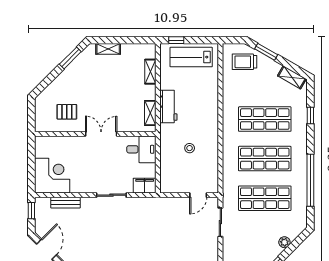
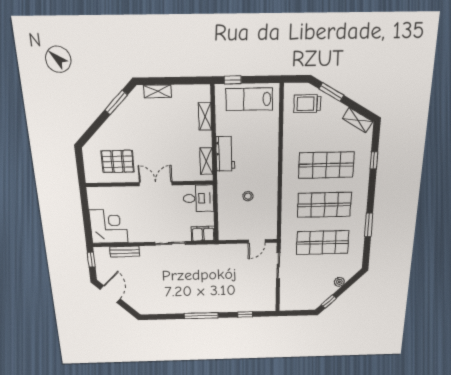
pallet: (67, 112) -> (118, 161), width x1.50, depth x1.42
window: (310, 180) -> (369, 225), width x0.47

